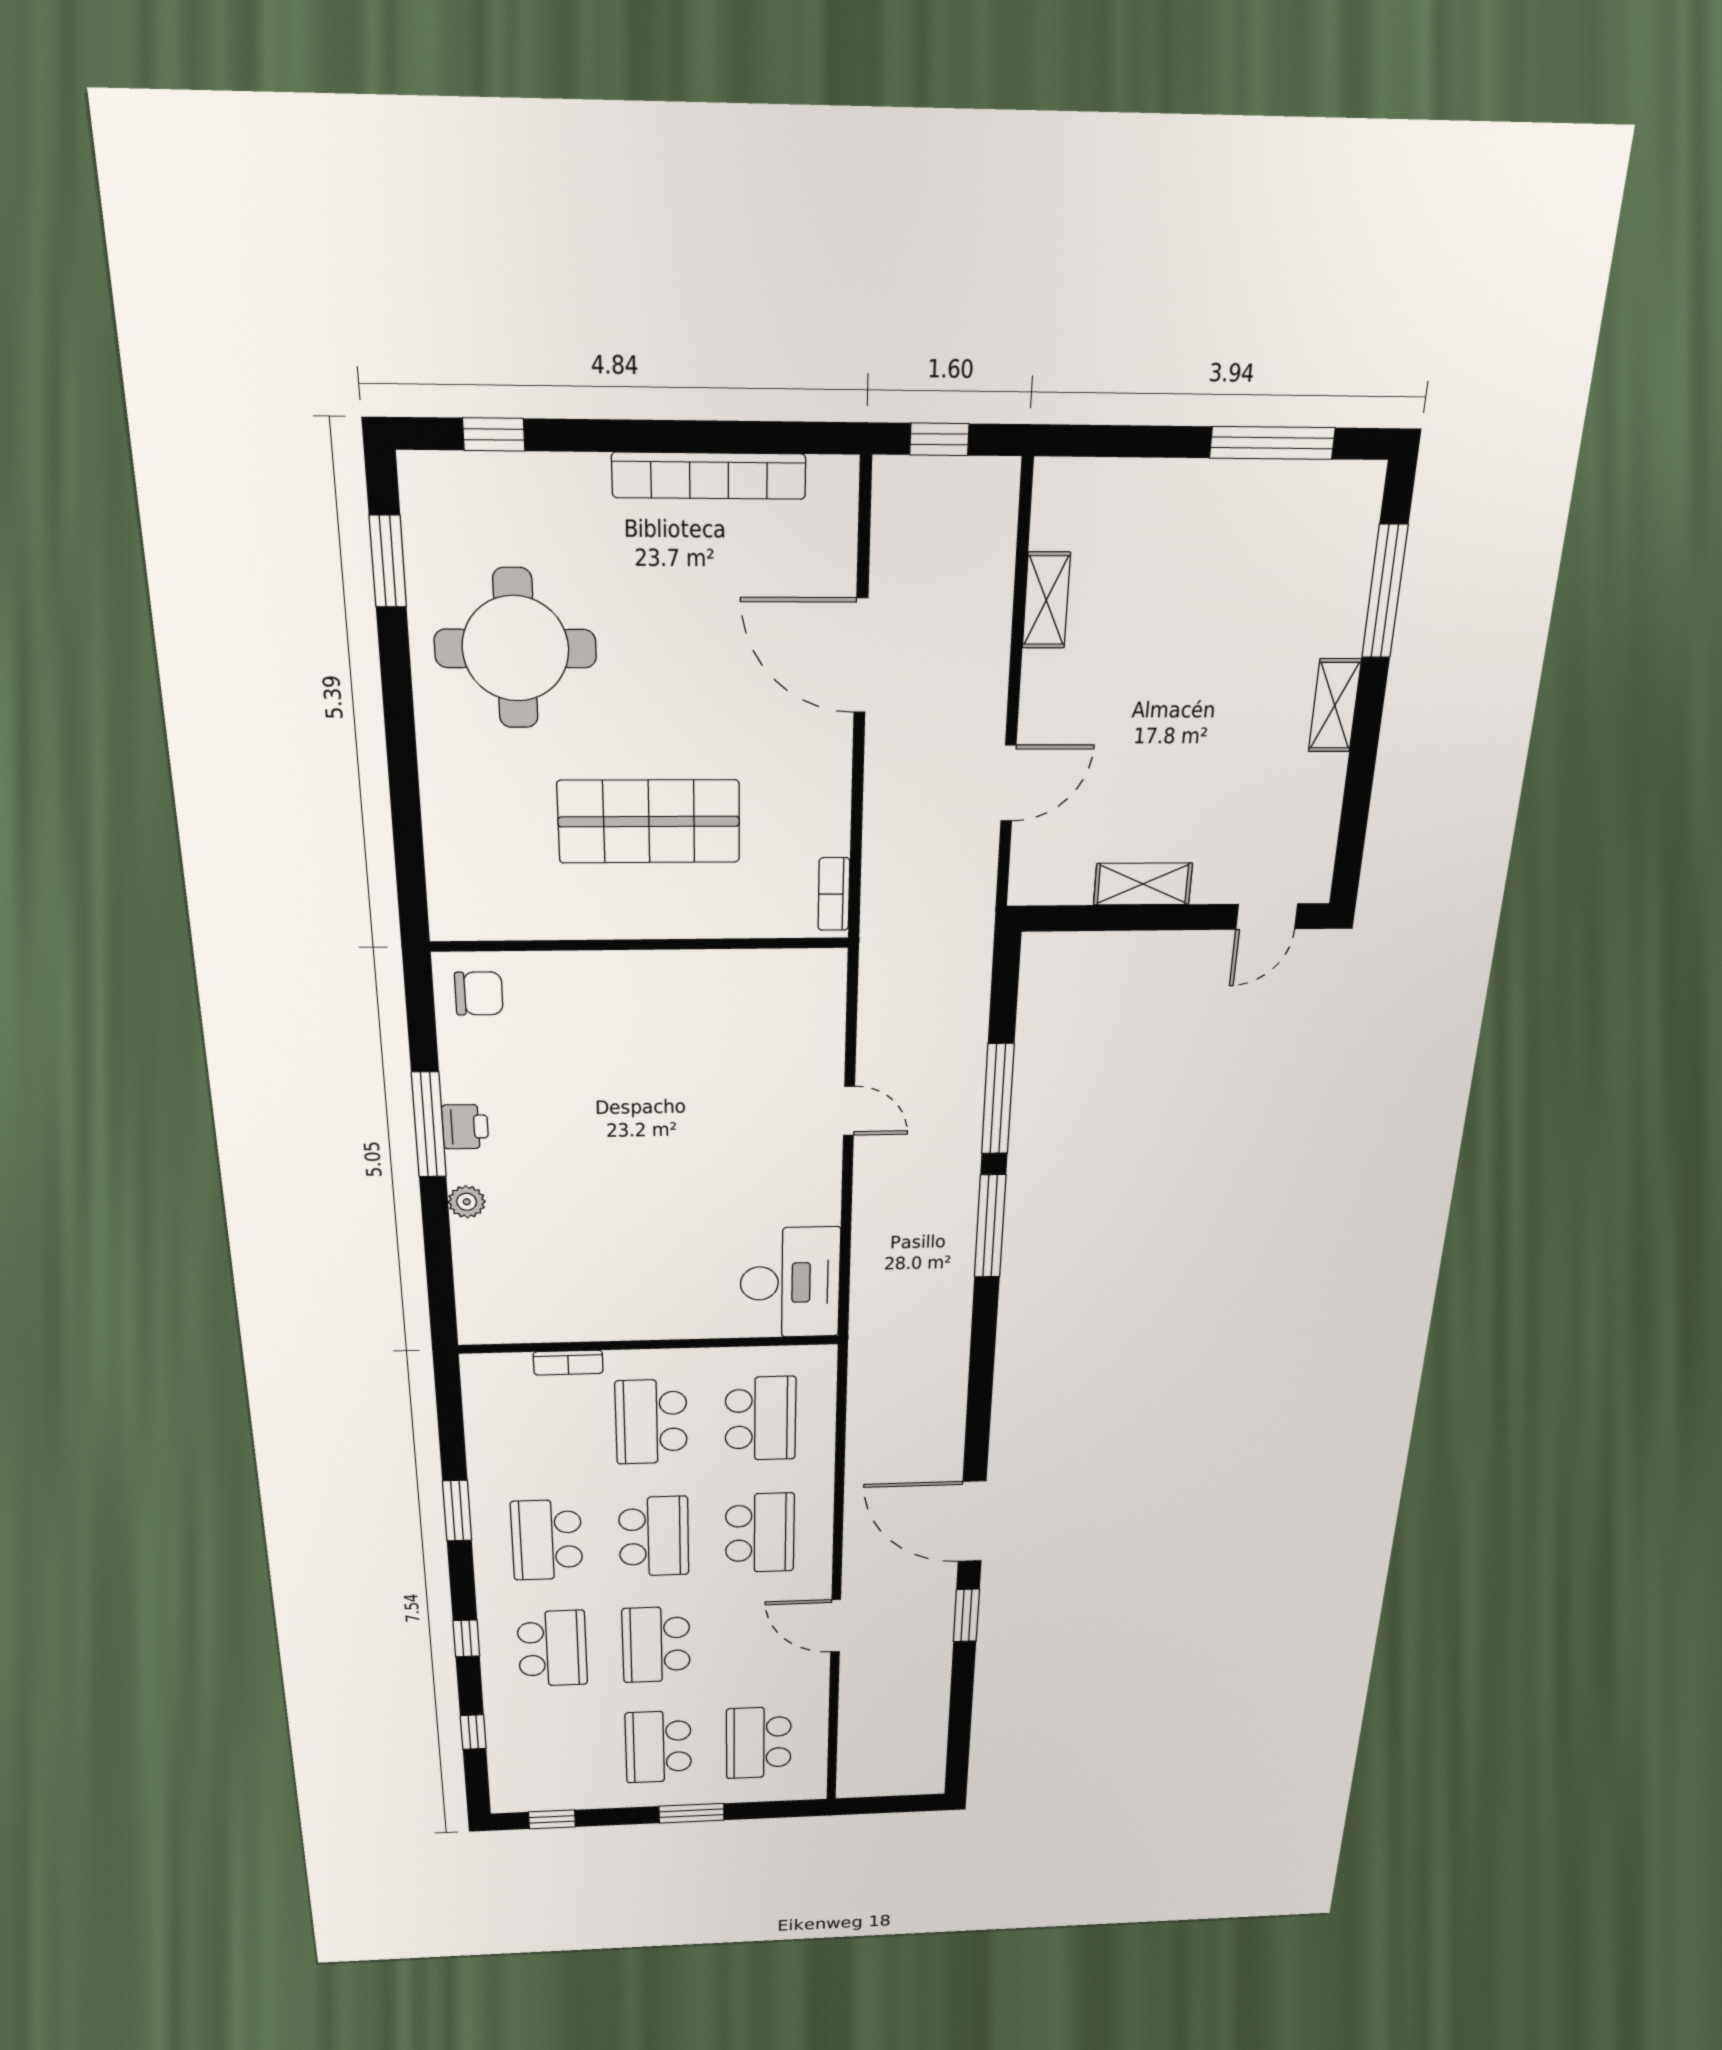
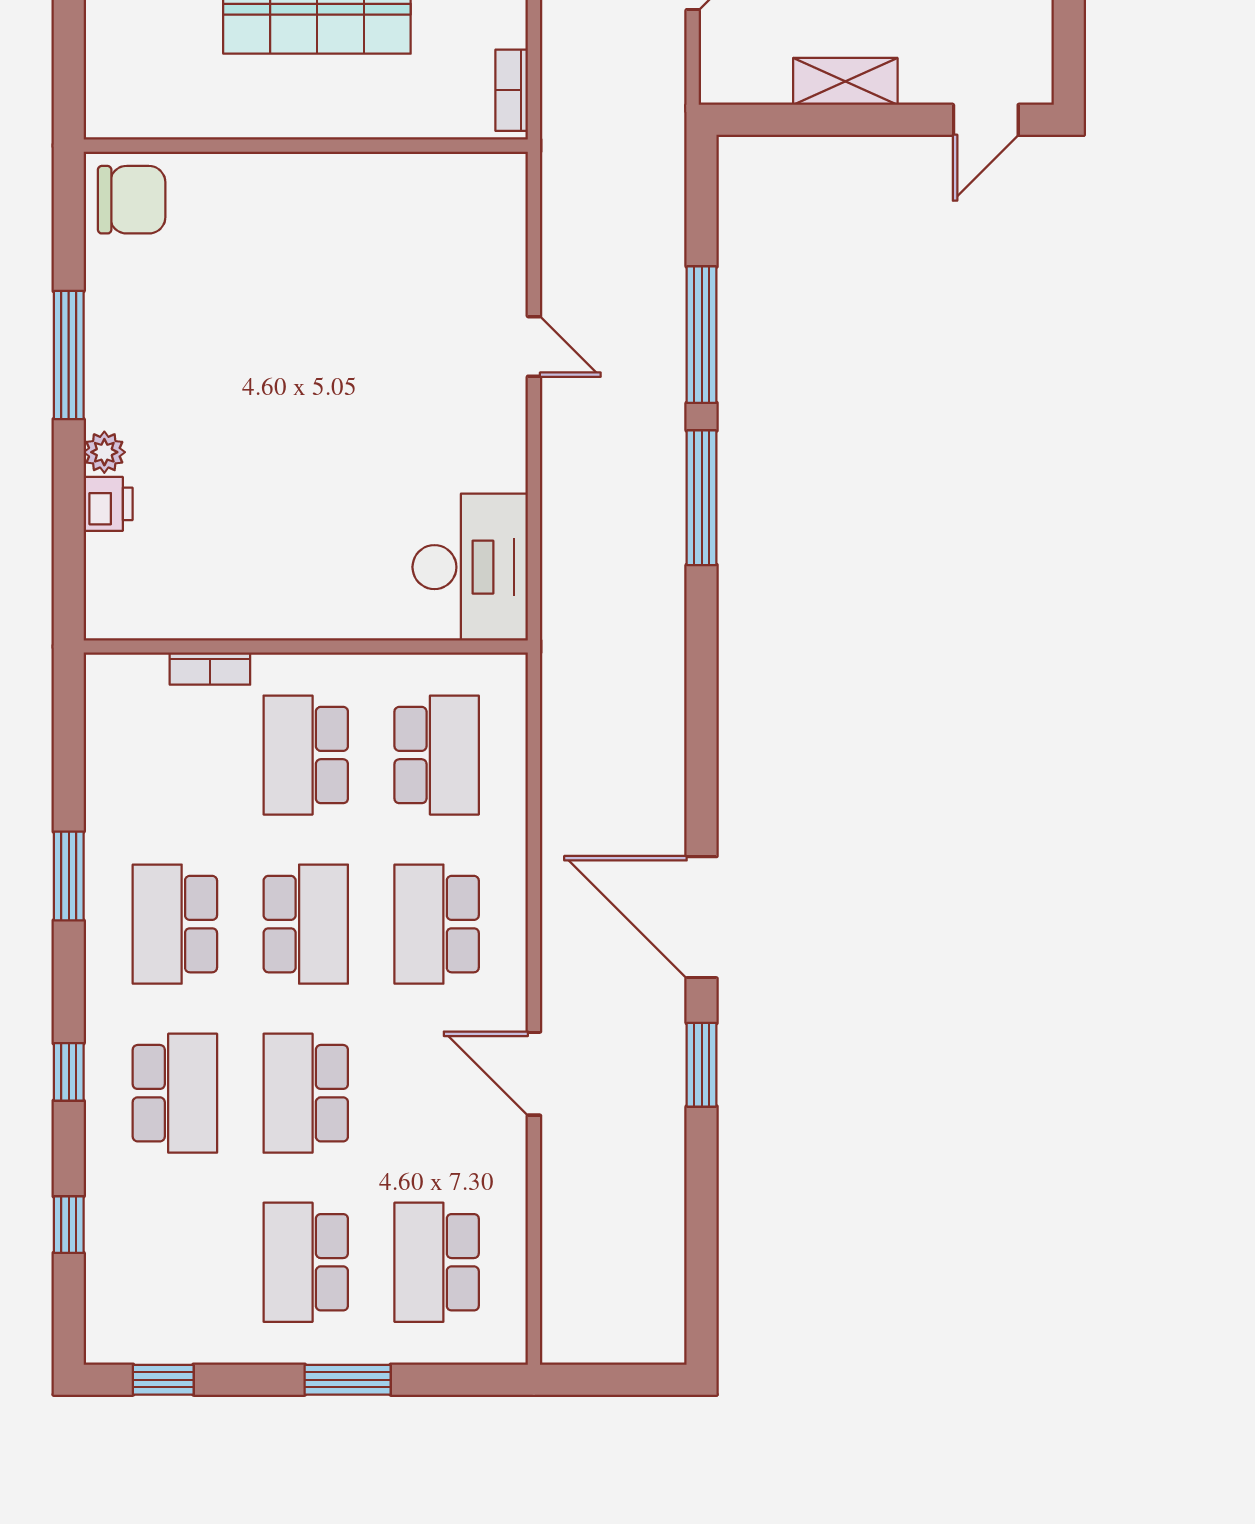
chair: (479, 993) -> (132, 200), width x1.37, depth x1.37
printer: (465, 1127) -> (108, 504), moved
school desk: (760, 1533) -> (437, 924), turned 180

